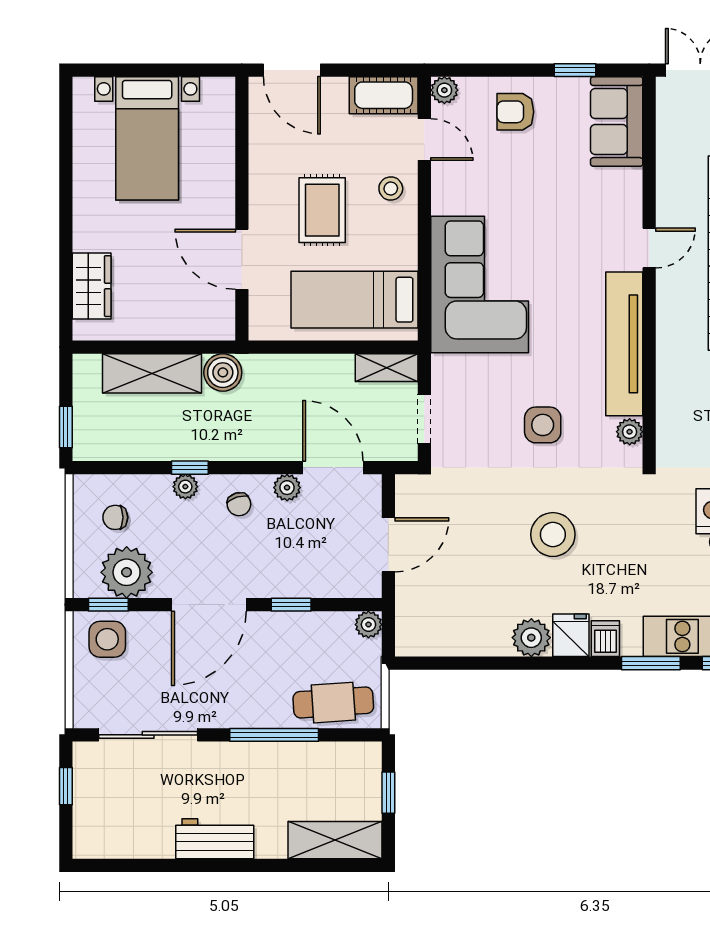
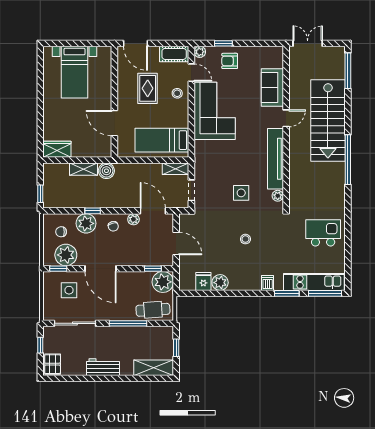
window: (575, 70) -> (223, 43), moved
sofa: (617, 122) -> (272, 87), moved
rug: (322, 210) -> (148, 88), moved
corner sofa: (480, 284) -> (215, 111), moved
wardrobe: (92, 286) -> (57, 149), moved, turned -90
shelving: (152, 373) -> (83, 169), width x0.67, depth x0.75
plant: (185, 487) -> (86, 223), width x1.87, depth x1.87
stool: (553, 535) -> (245, 239), width x0.53, depth x0.53
door: (388, 545) -> (176, 243), hinge flipped
door: (209, 605) -> (101, 269), hinge flipped
window: (291, 605) -> (153, 269), moved
plant: (368, 625) -> (163, 282), width x1.87, depth x1.87
fridge: (571, 635) -> (203, 281), moved
plant: (531, 638) -> (220, 283), moved
side table: (107, 639) -> (69, 290), moved
pallet: (95, 831) -> (53, 364), added

